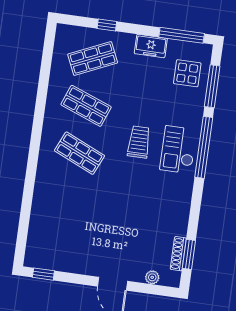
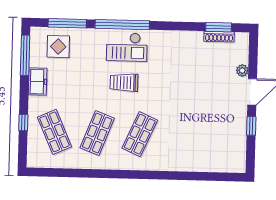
window: (43, 274) -> (251, 126), moved
plant: (152, 277) -> (242, 70), moved

